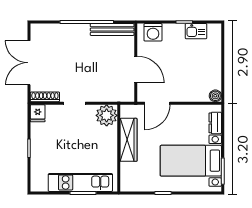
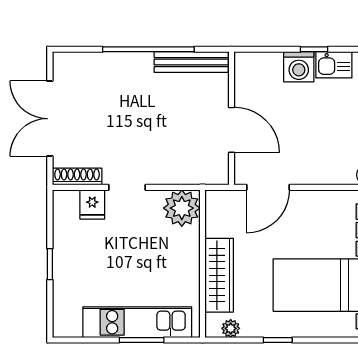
washing machine: (153, 32) -> (299, 67), moved
fridge: (38, 113) -> (92, 205), moved
wardrobe: (129, 140) -> (219, 275), moved
plant: (135, 186) -> (231, 328), added

